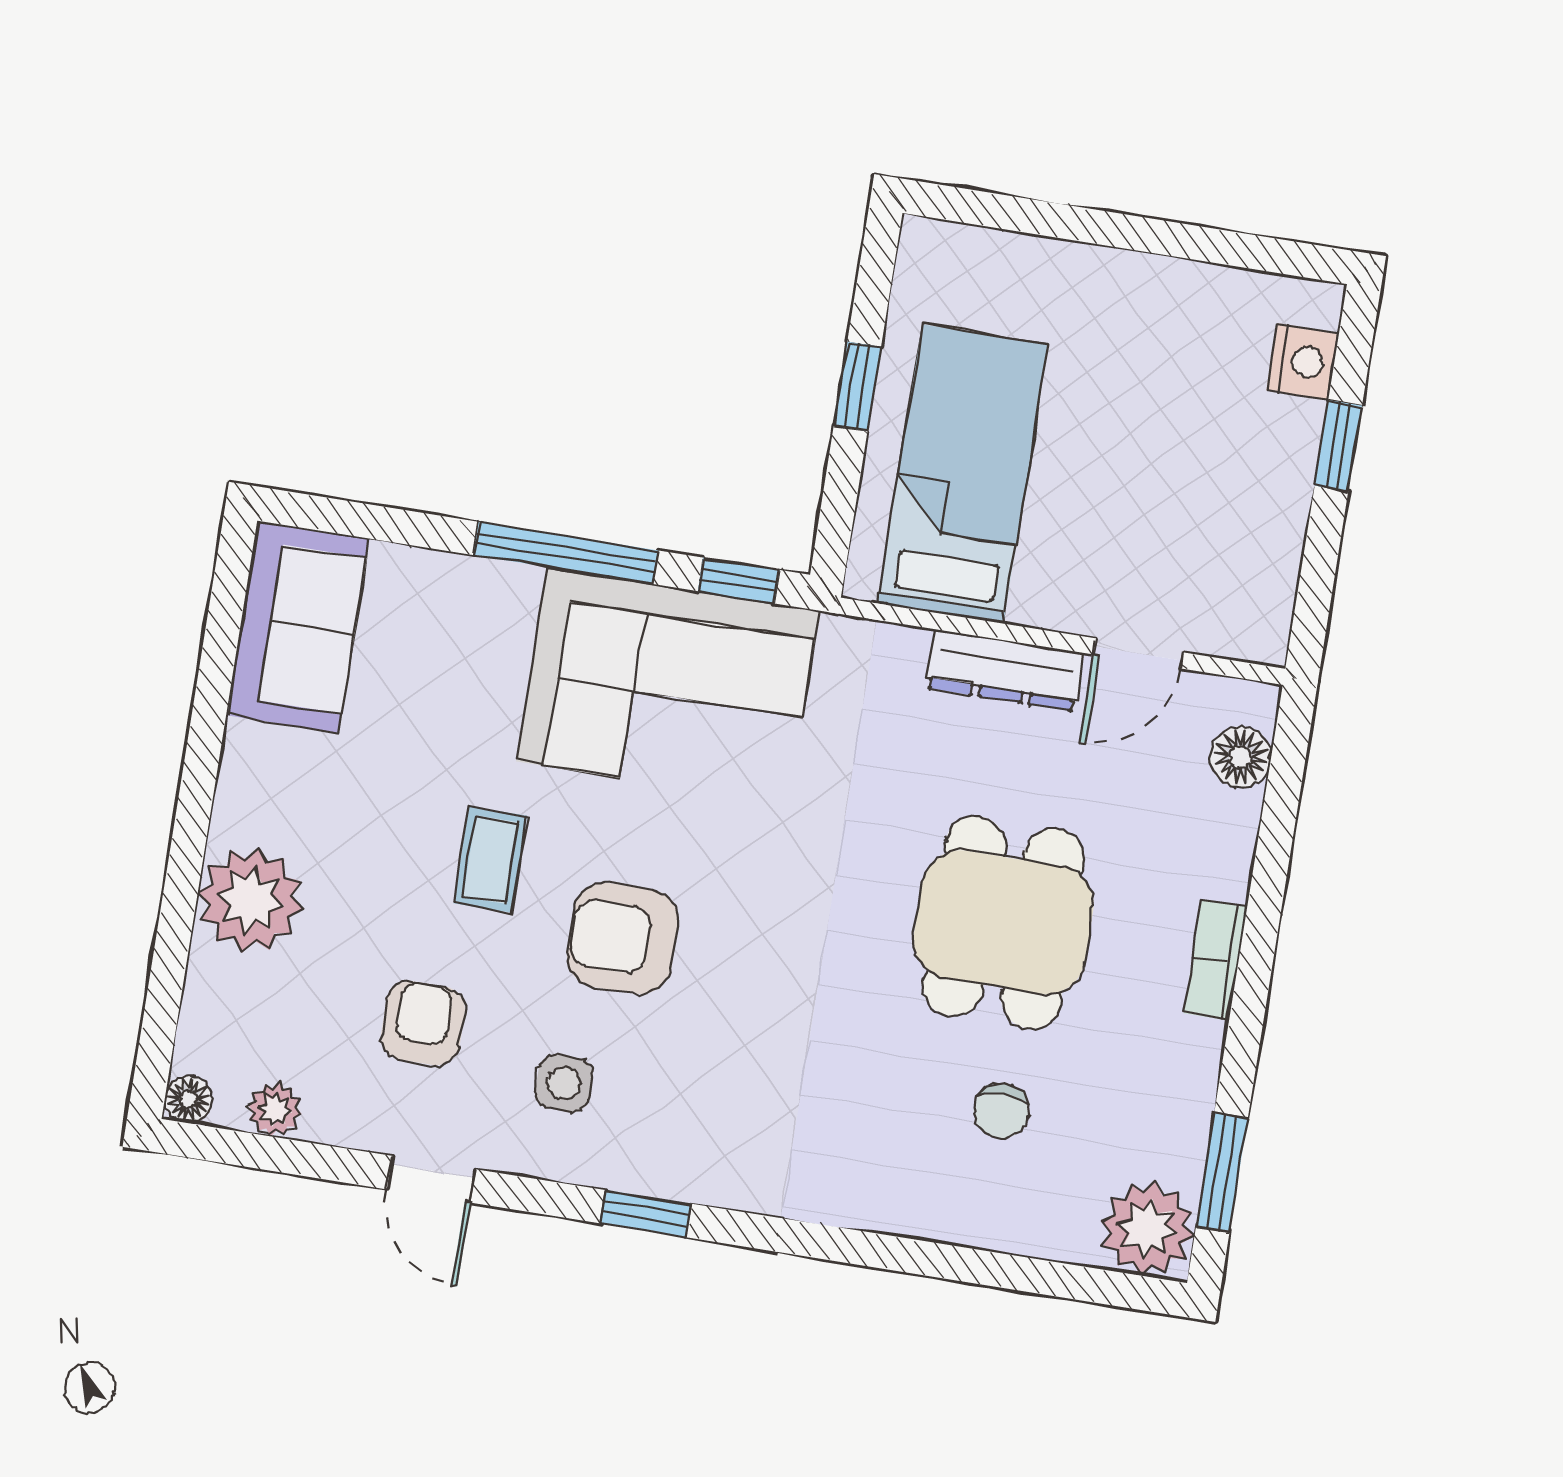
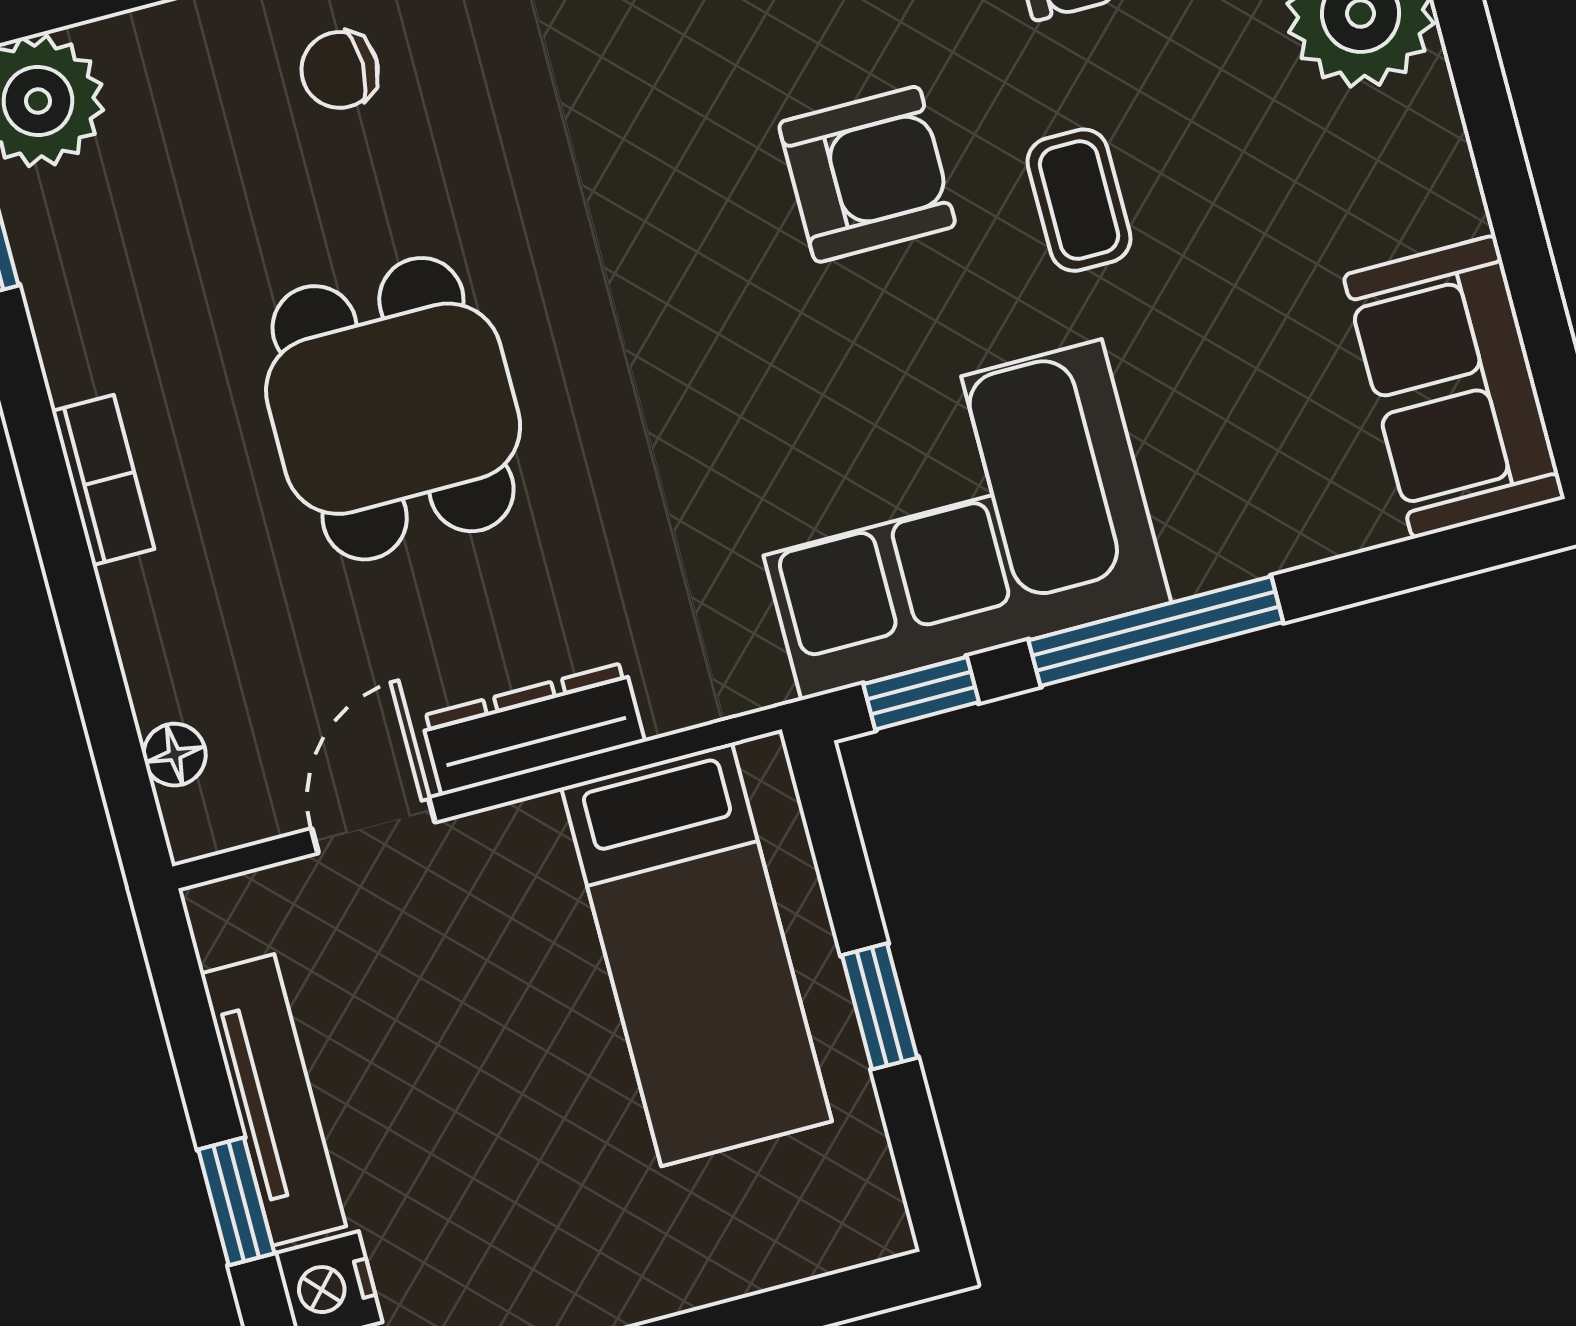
tv unit: (1284, 502) -> (273, 1100), added
floor lamp: (1240, 757) -> (175, 755), width x0.73, depth x0.73
chair: (1001, 1111) -> (340, 70), moved, turned -90

